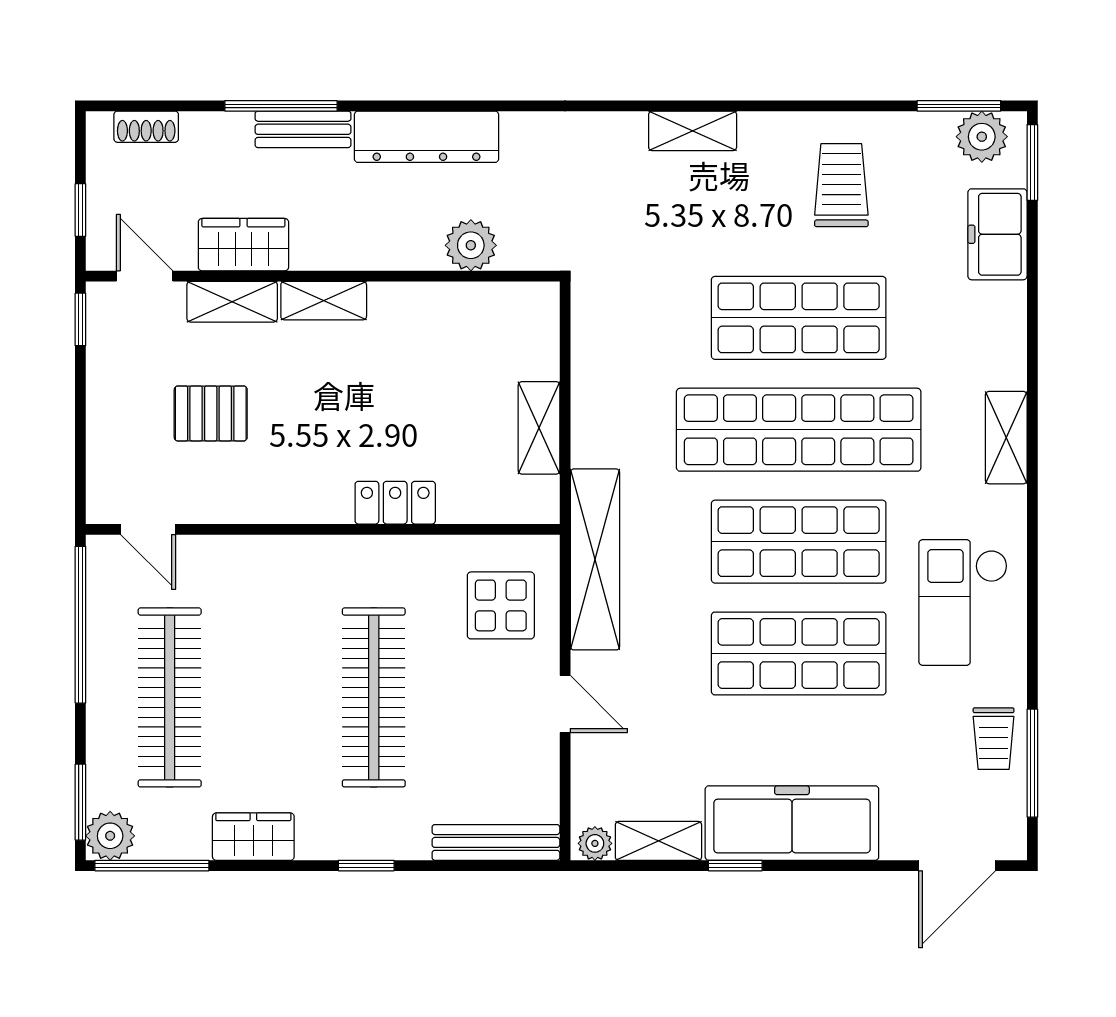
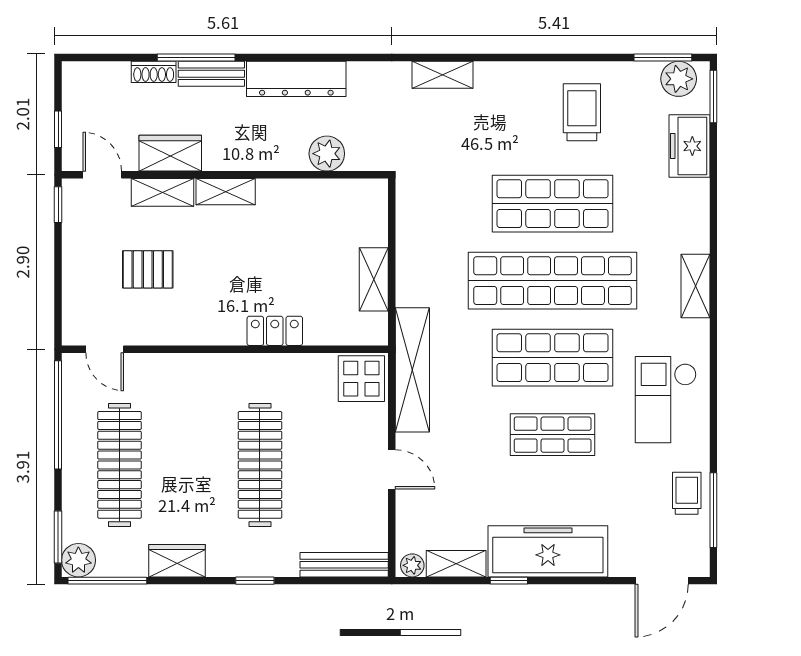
shoe rack: (146, 127) -> (154, 72), moved
shelving: (693, 131) -> (442, 75), moved
display table: (501, 605) -> (361, 379), moved
shop shelf: (799, 653) -> (553, 435), width x0.70, depth x0.74
trolley: (994, 739) -> (687, 493), turned 180

